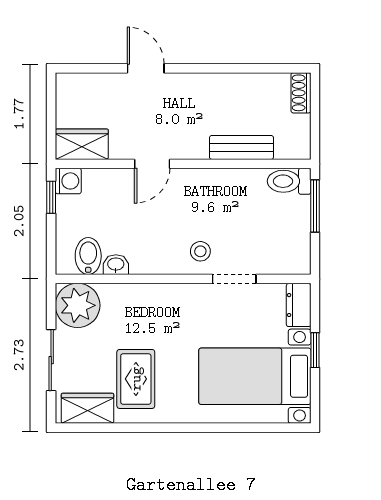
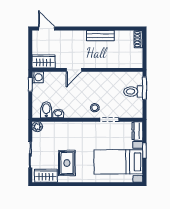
door: (146, 68) -> (47, 29), moved
bench: (241, 147) -> (100, 36), moved
toilet: (289, 181) -> (133, 92), moved
plant: (78, 305) -> (37, 127), width x0.53, depth x0.53

